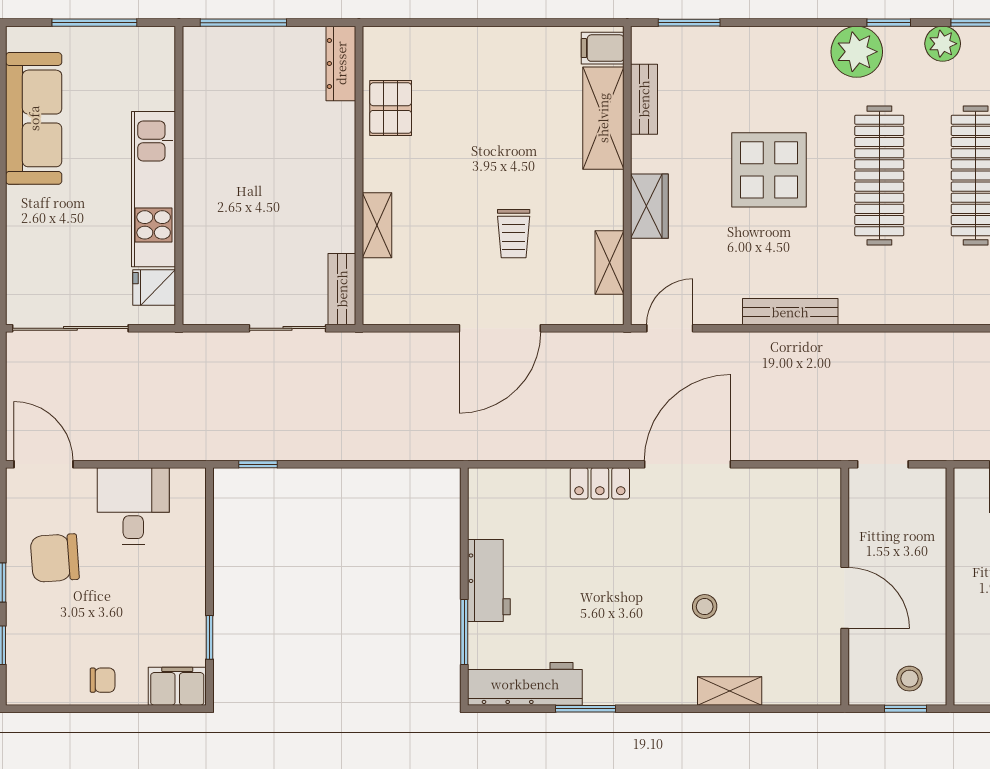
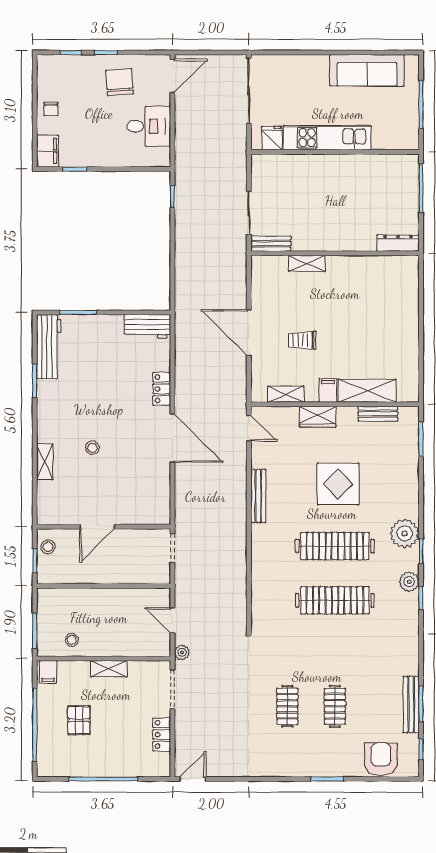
filing cabinet: (603, 48) -> (328, 390), moved
pallet: (391, 108) -> (373, 271), removed
workbench: (489, 581) -> (147, 326), moved
stool: (910, 679) -> (48, 547), moved

